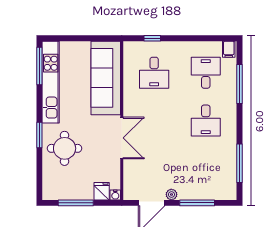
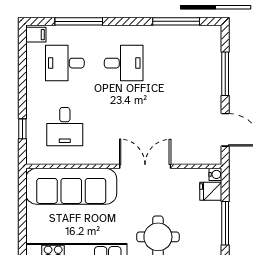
desk: (154, 73) -> (65, 127), turned 90
plant: (171, 194) -> (215, 105), removed

